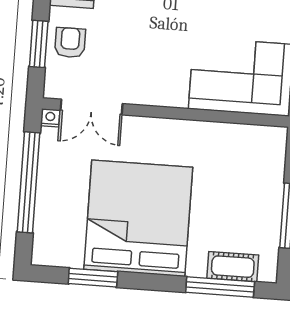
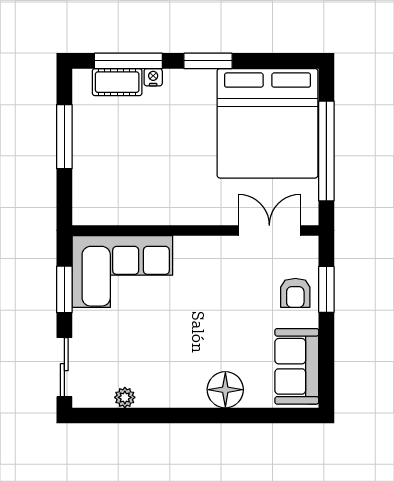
nightstand: (50, 118) -> (153, 77), moved, turned 180
bed: (138, 218) -> (267, 123), moved
window: (93, 278) -> (208, 61), moved

